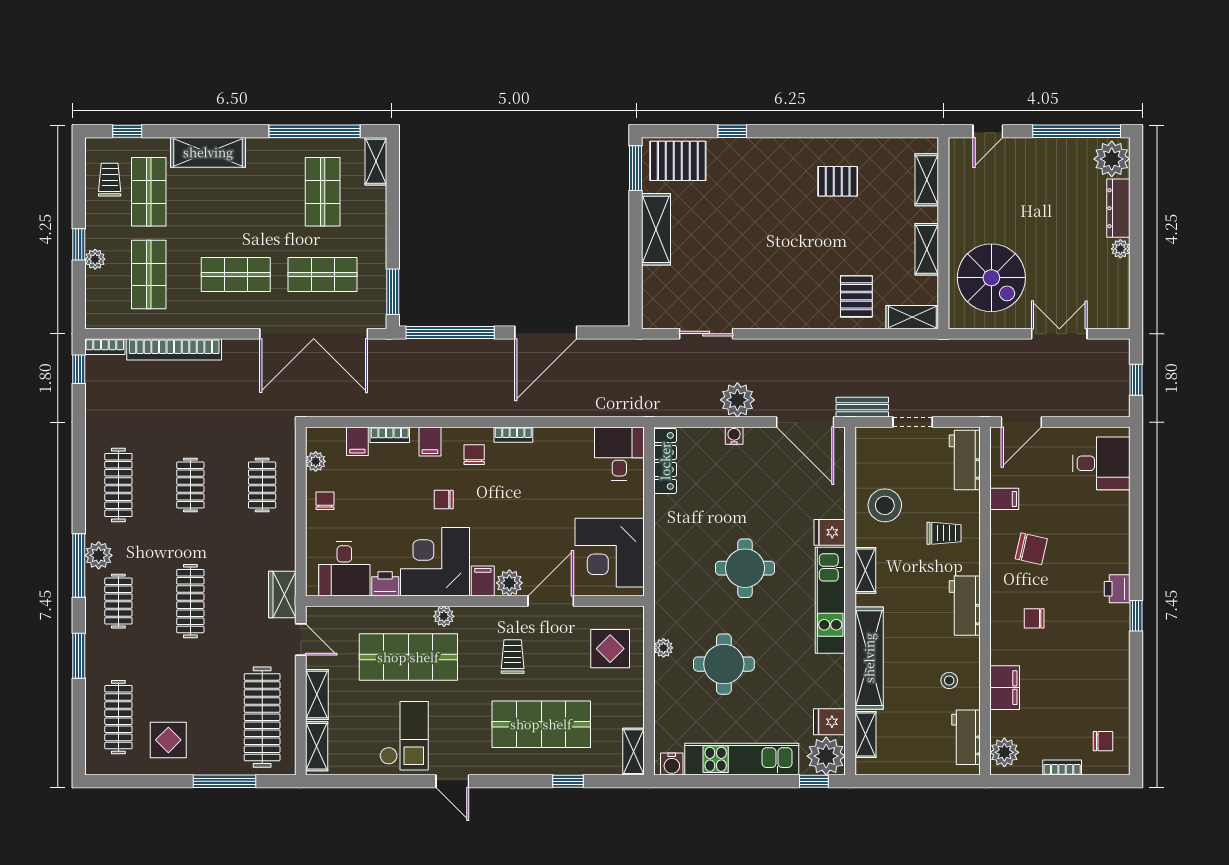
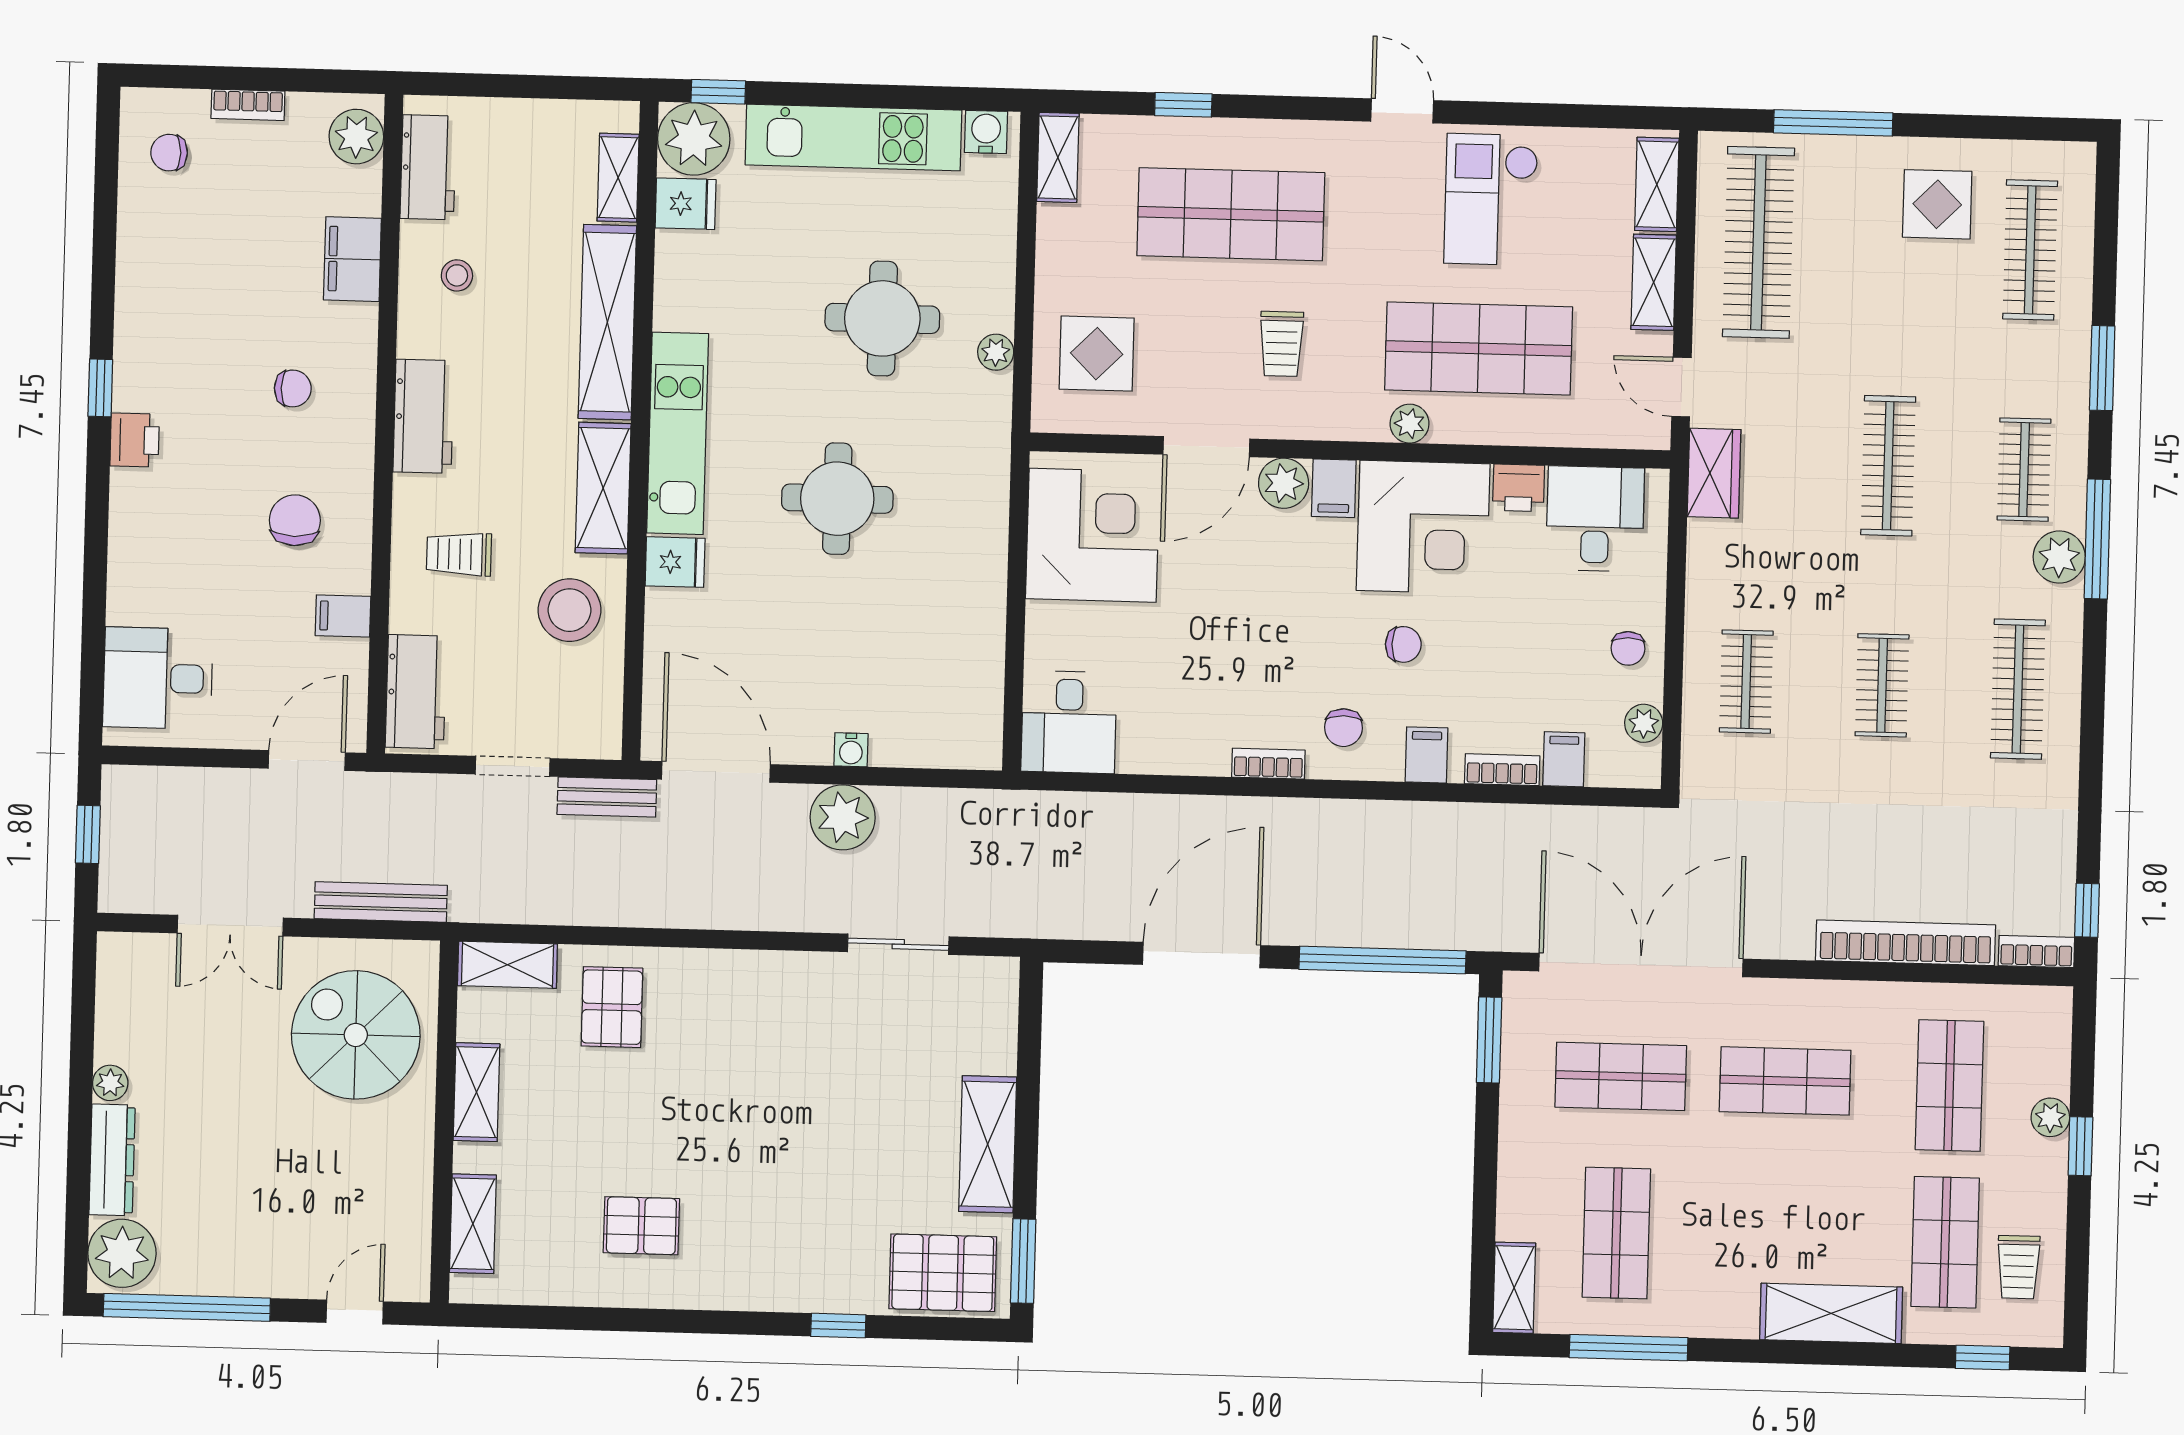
window: (314, 131) -> (1629, 1348), width x0.68
bench: (980, 348) -> (381, 902), added
locker: (665, 461) -> (983, 706), removed
chair: (1031, 549) -> (295, 520), turned 77
shelving: (865, 570) -> (603, 488), width x1.50, depth x1.33

